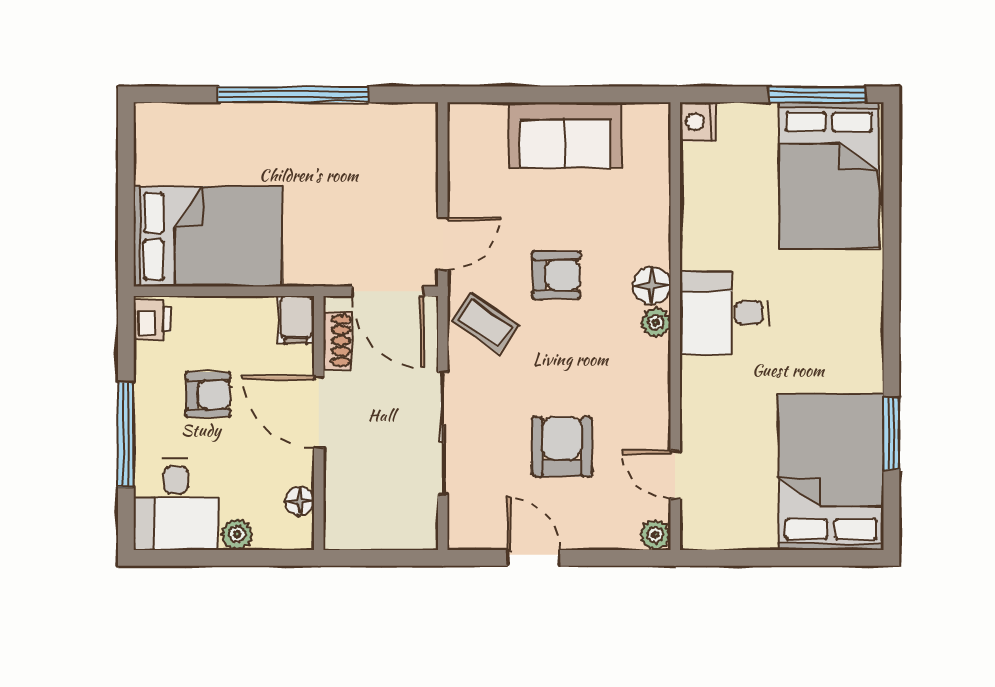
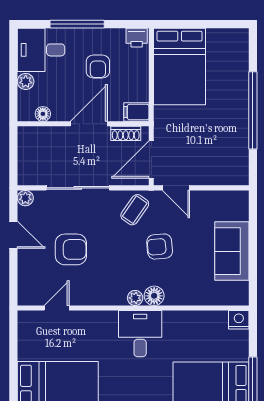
armchair: (556, 275) -> (160, 247), turned 85
plant: (655, 535) -> (25, 198), moved
door: (533, 558) -> (13, 235), hinge flipped

